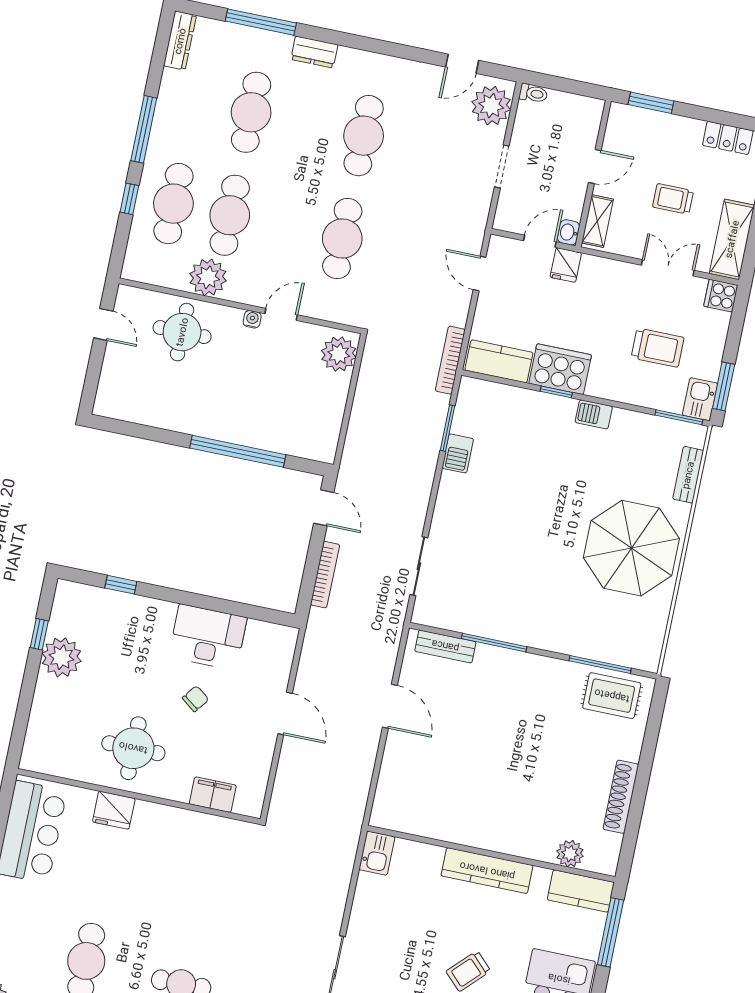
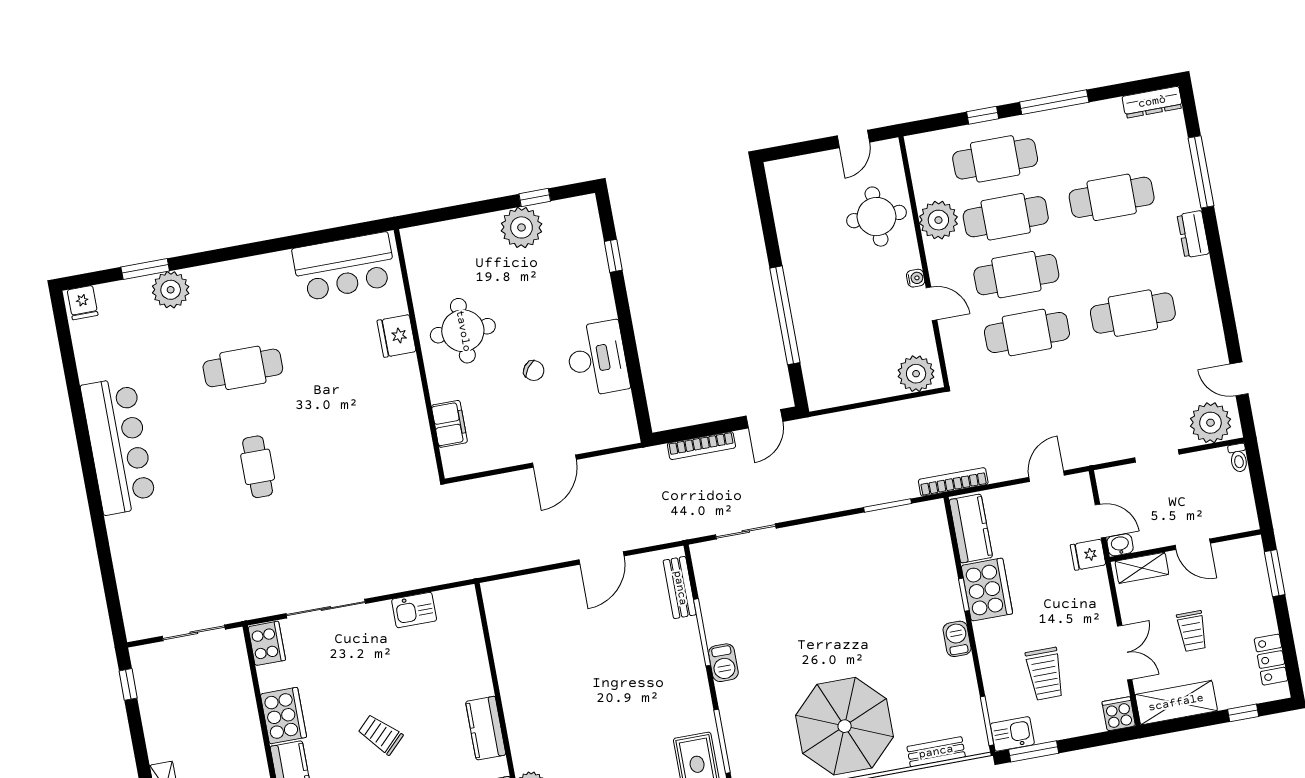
trolley: (673, 199) -> (1192, 631), turned 180
cafe table: (286, 227) -> (1016, 275), added
barbecue: (458, 453) -> (723, 663), moved, turned -90
kitchen sink: (377, 853) -> (414, 610), moved
kitchen counter: (487, 871) -> (486, 728), width x0.67

